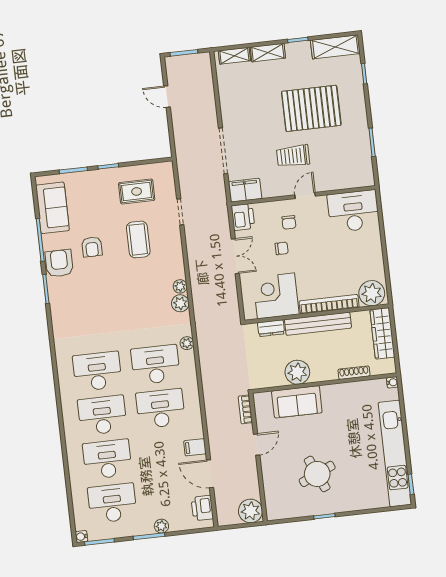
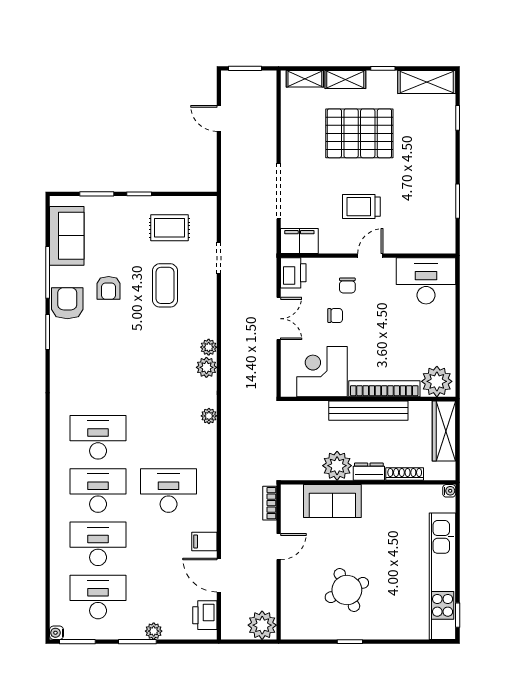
pallet: (311, 108) -> (359, 133), moved
dresser: (271, 328) -> (369, 472), moved, turned 180
desk: (155, 365) -> (169, 437), removed

